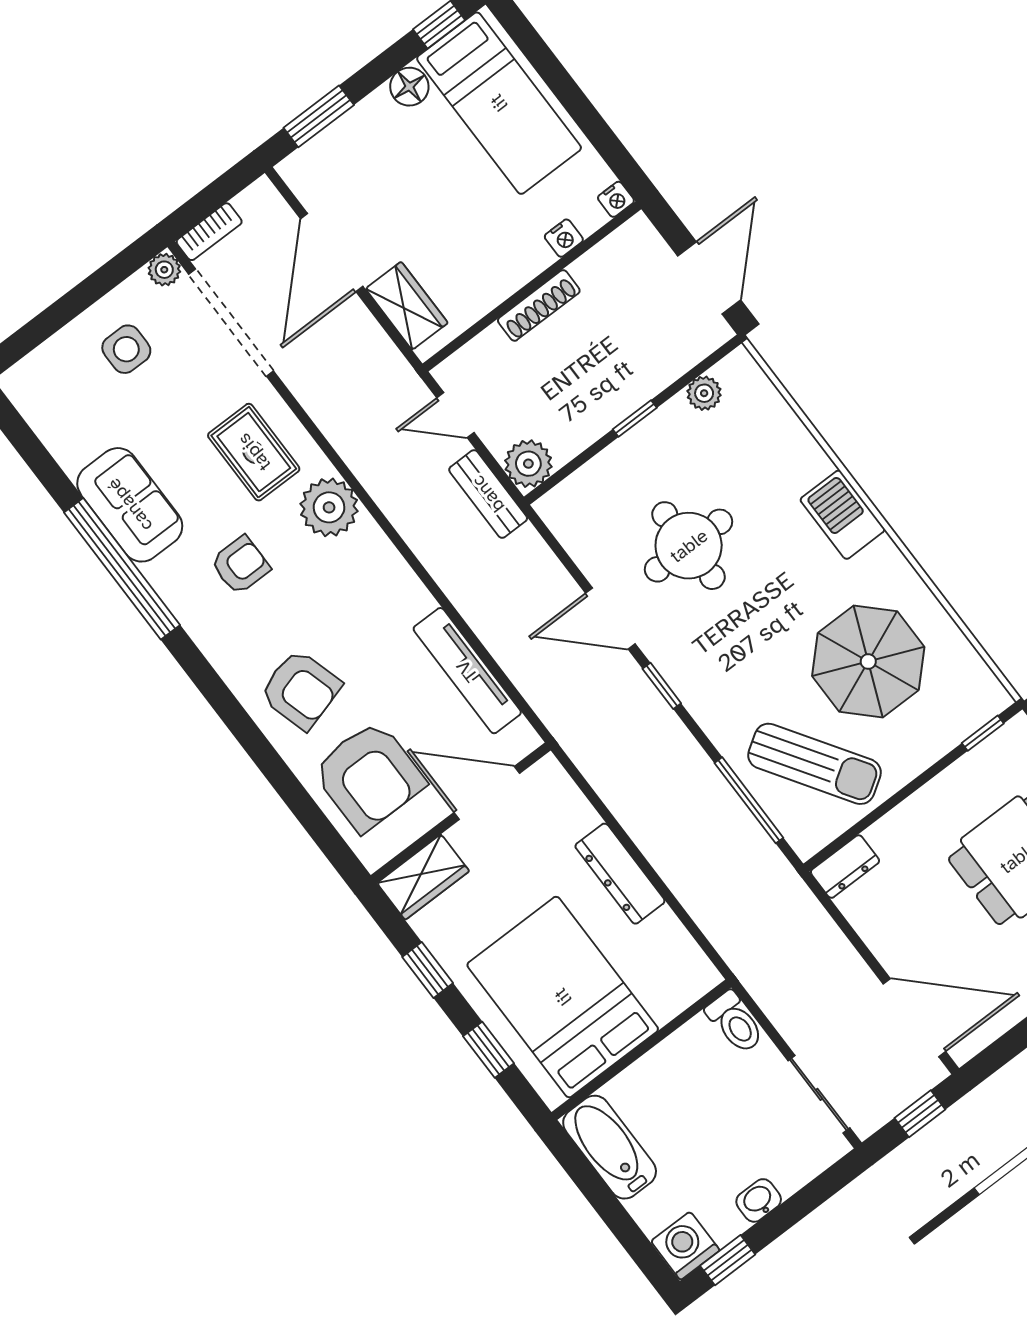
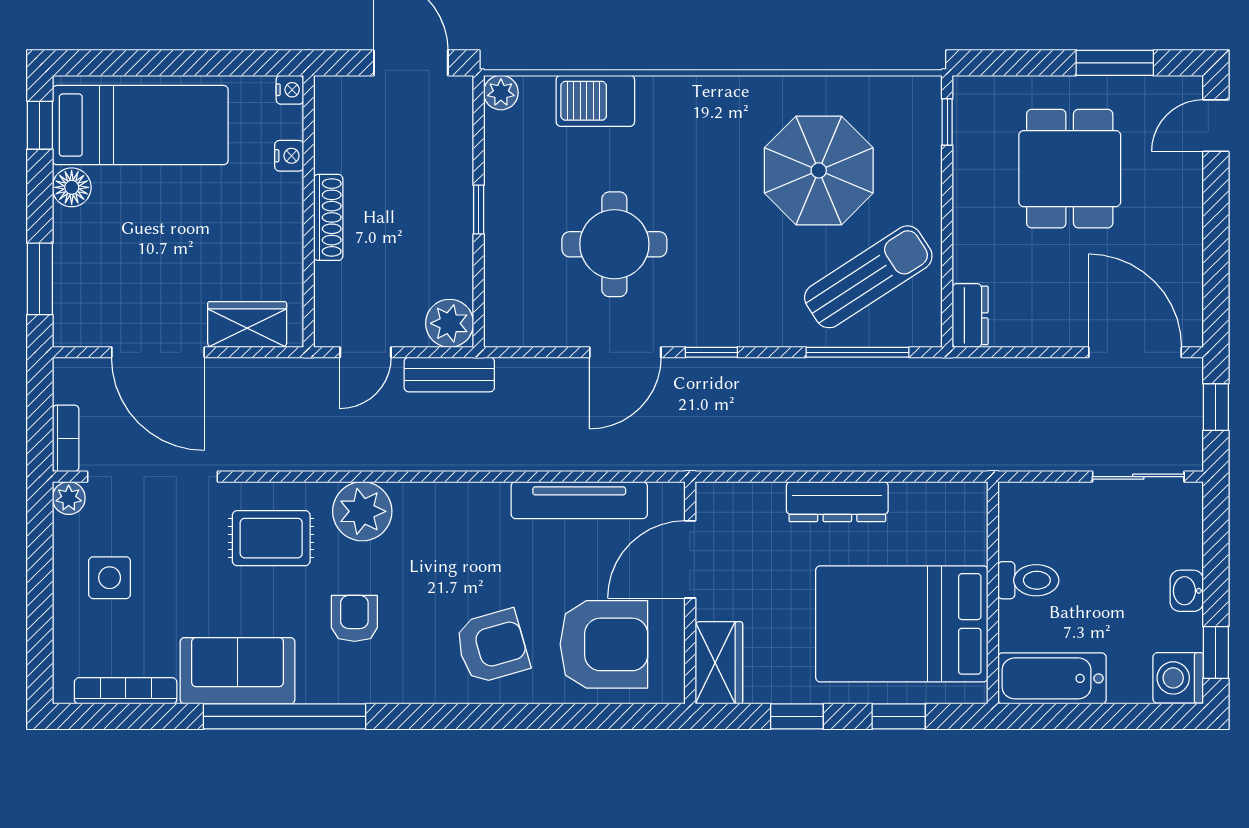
plant: (704, 393) -> (501, 93), moved
bookcase: (47, 429) -> (126, 691), added
barbecue: (843, 515) -> (595, 101), moved
door: (914, 1018) -> (1135, 352), hinge flipped
toilet: (735, 1022) -> (1028, 580), moved

